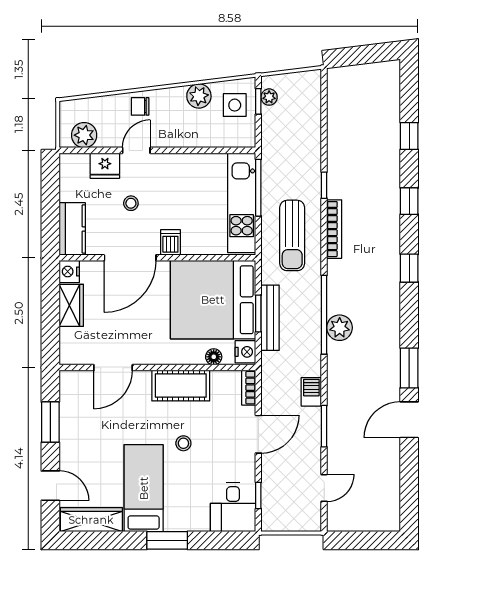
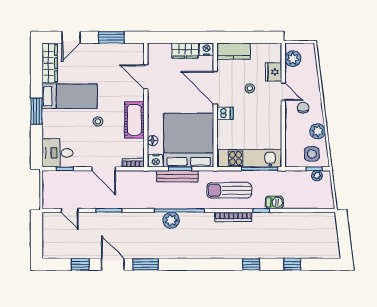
chair: (140, 106) -> (303, 108), moved
window: (409, 268) -> (80, 264), moved
barbecue: (311, 392) -> (274, 202), moved

